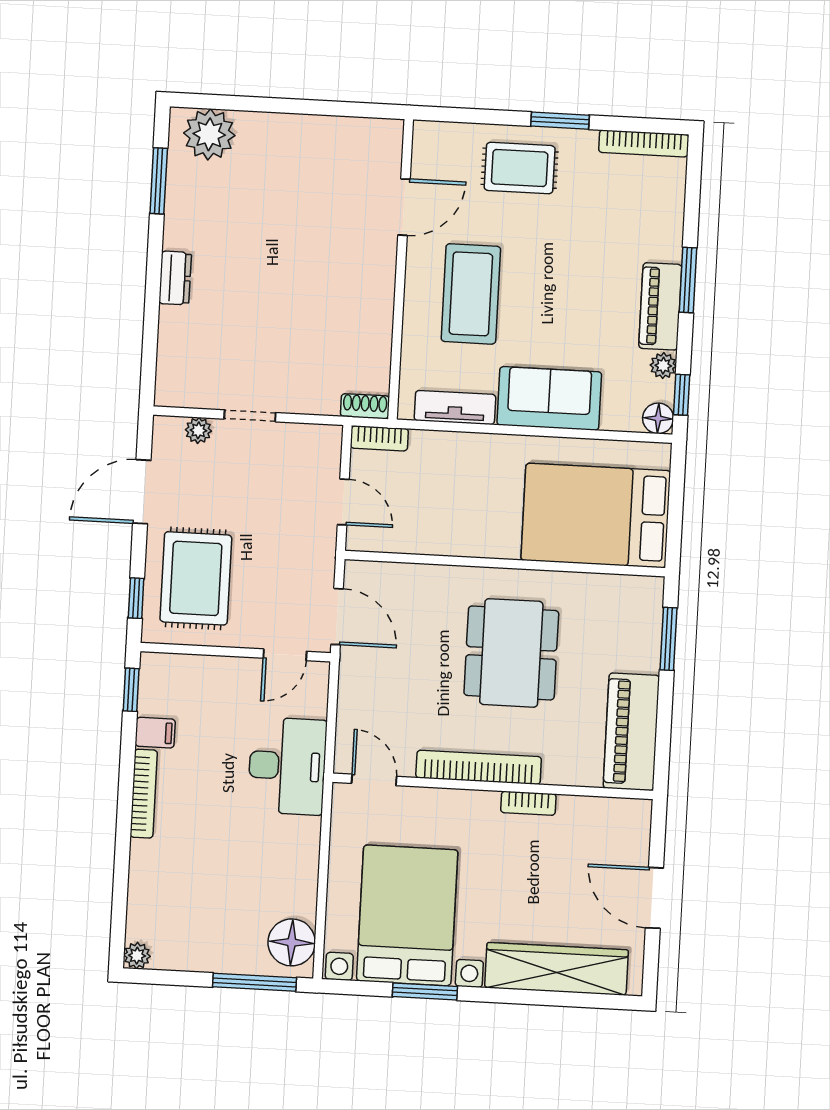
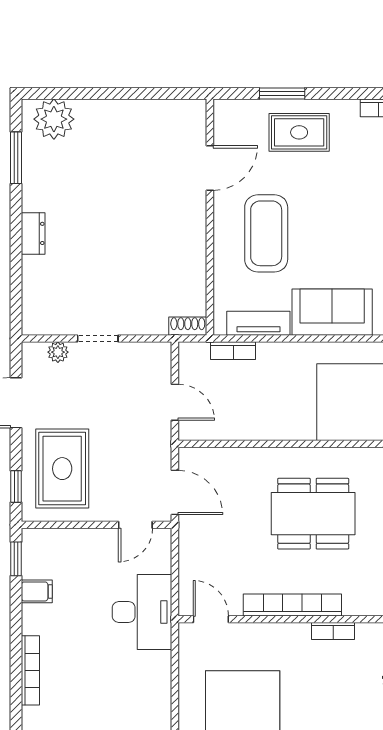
window: (560, 121) -> (282, 93), moved
bookcase: (379, 438) -> (233, 351), moved
dining table: (511, 653) -> (313, 514), turned 90
bookcase: (144, 794) -> (30, 670), moved

